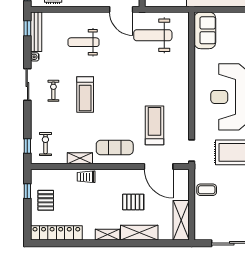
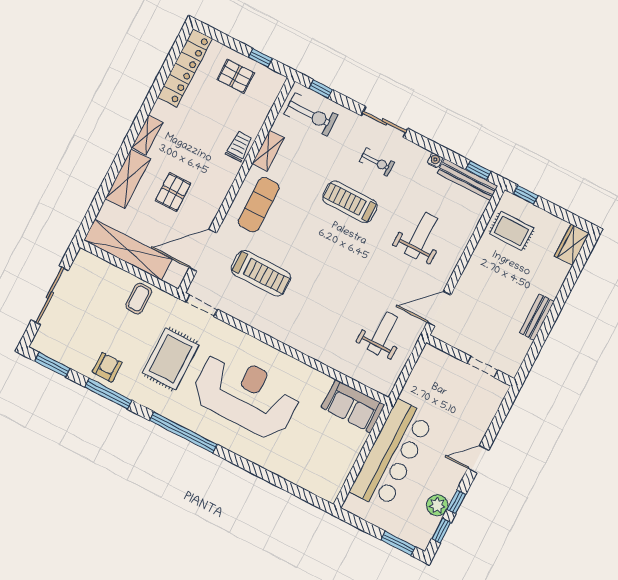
weight bench: (153, 35) -> (382, 333), width x0.73, depth x0.75
sliding door: (27, 85) -> (384, 122), moved
exercise bike: (45, 144) -> (311, 115), width x1.38, depth x1.39
shelving: (181, 220) -> (128, 250), width x1.47

